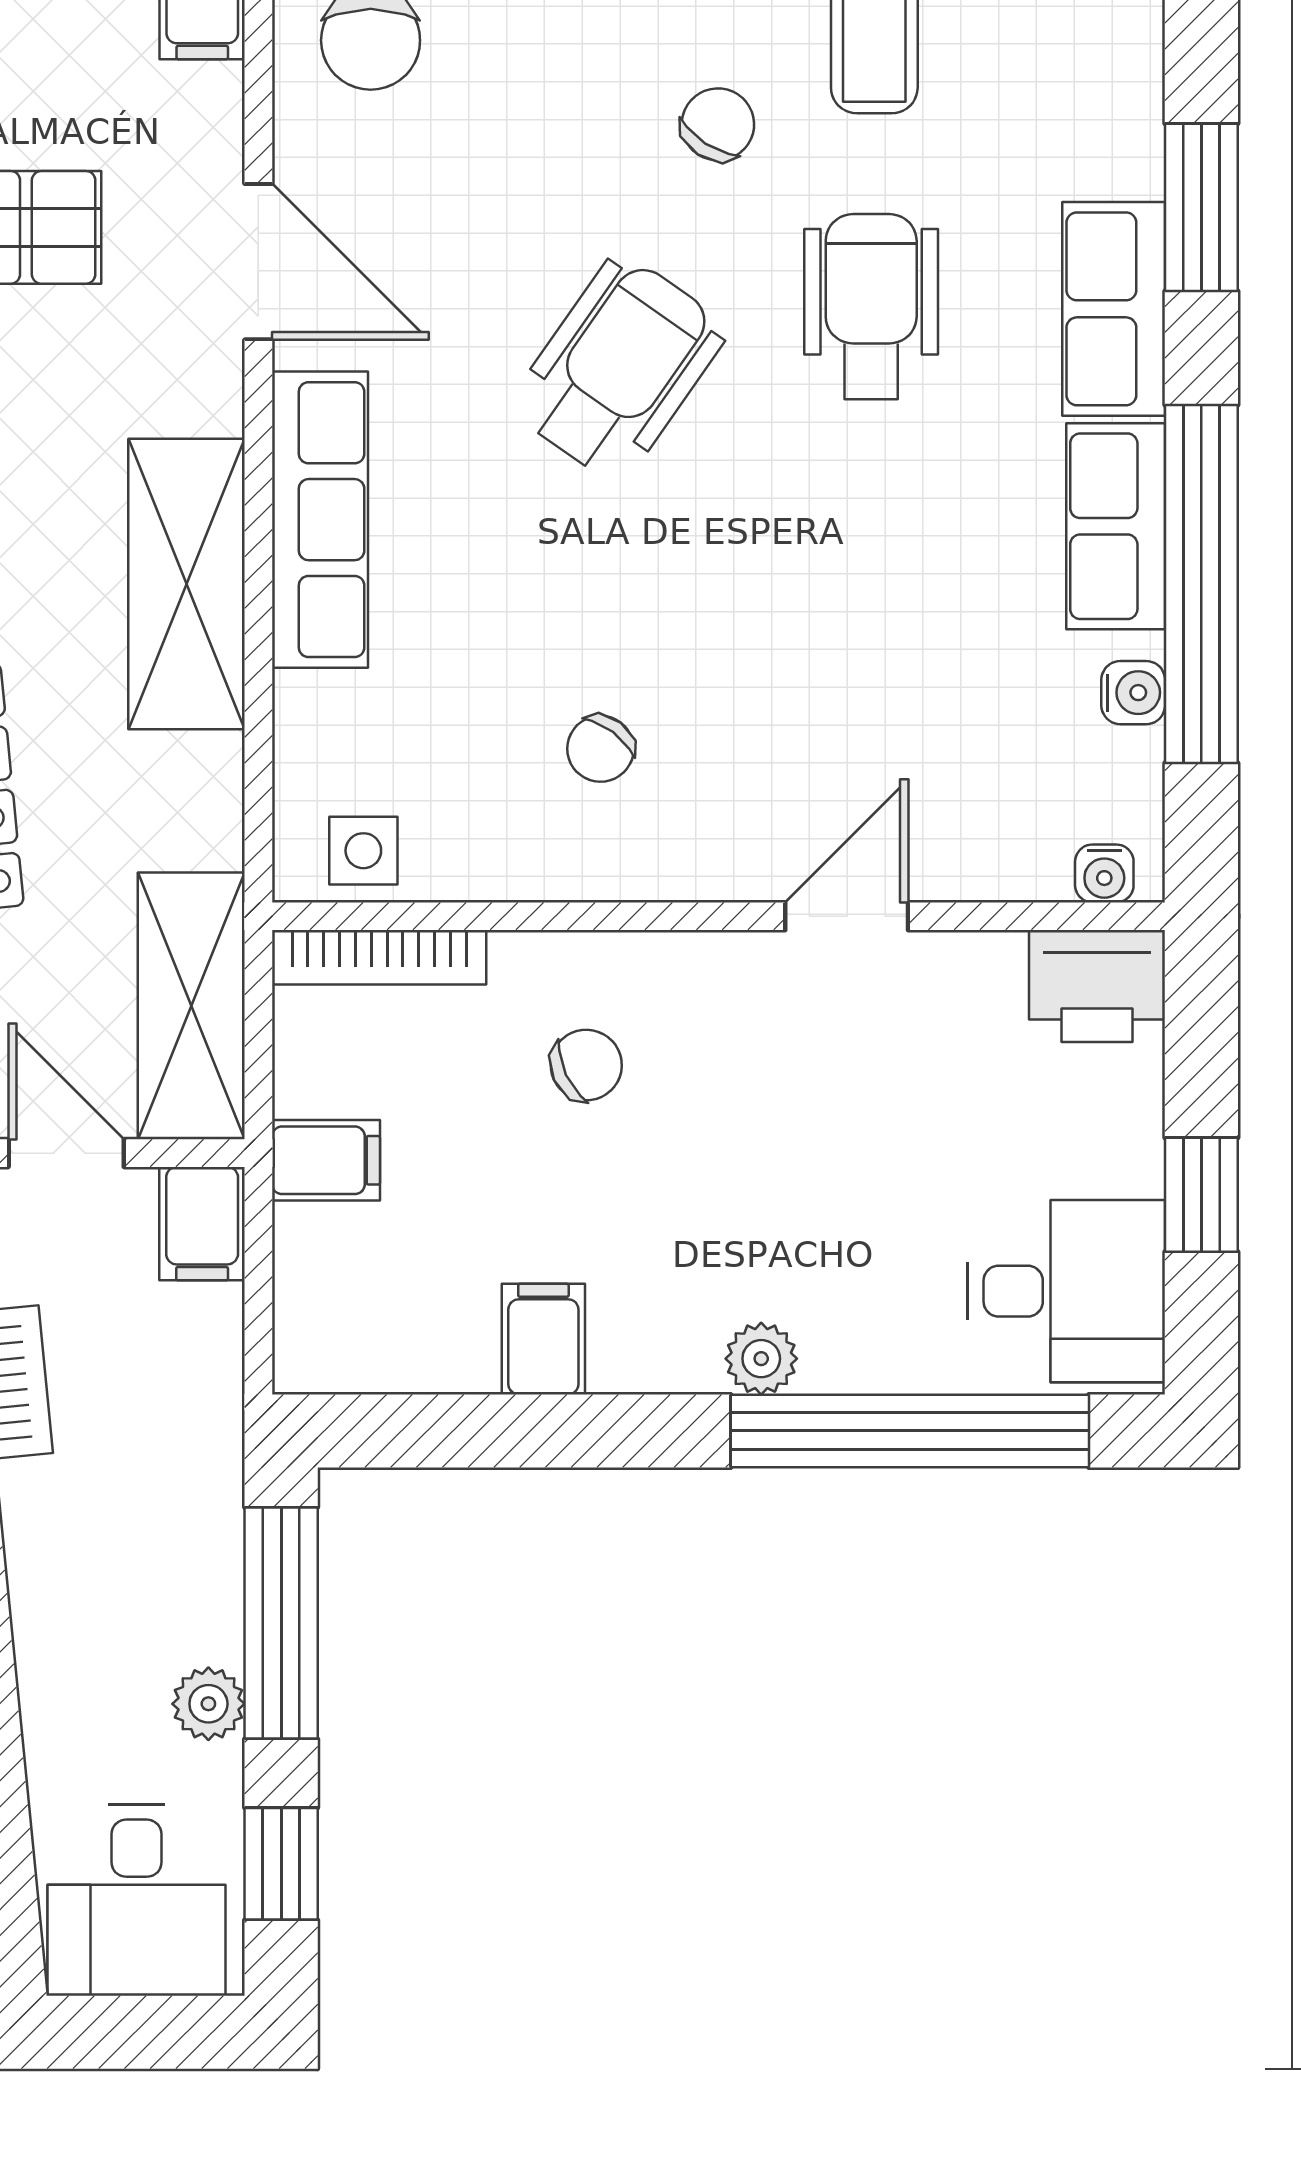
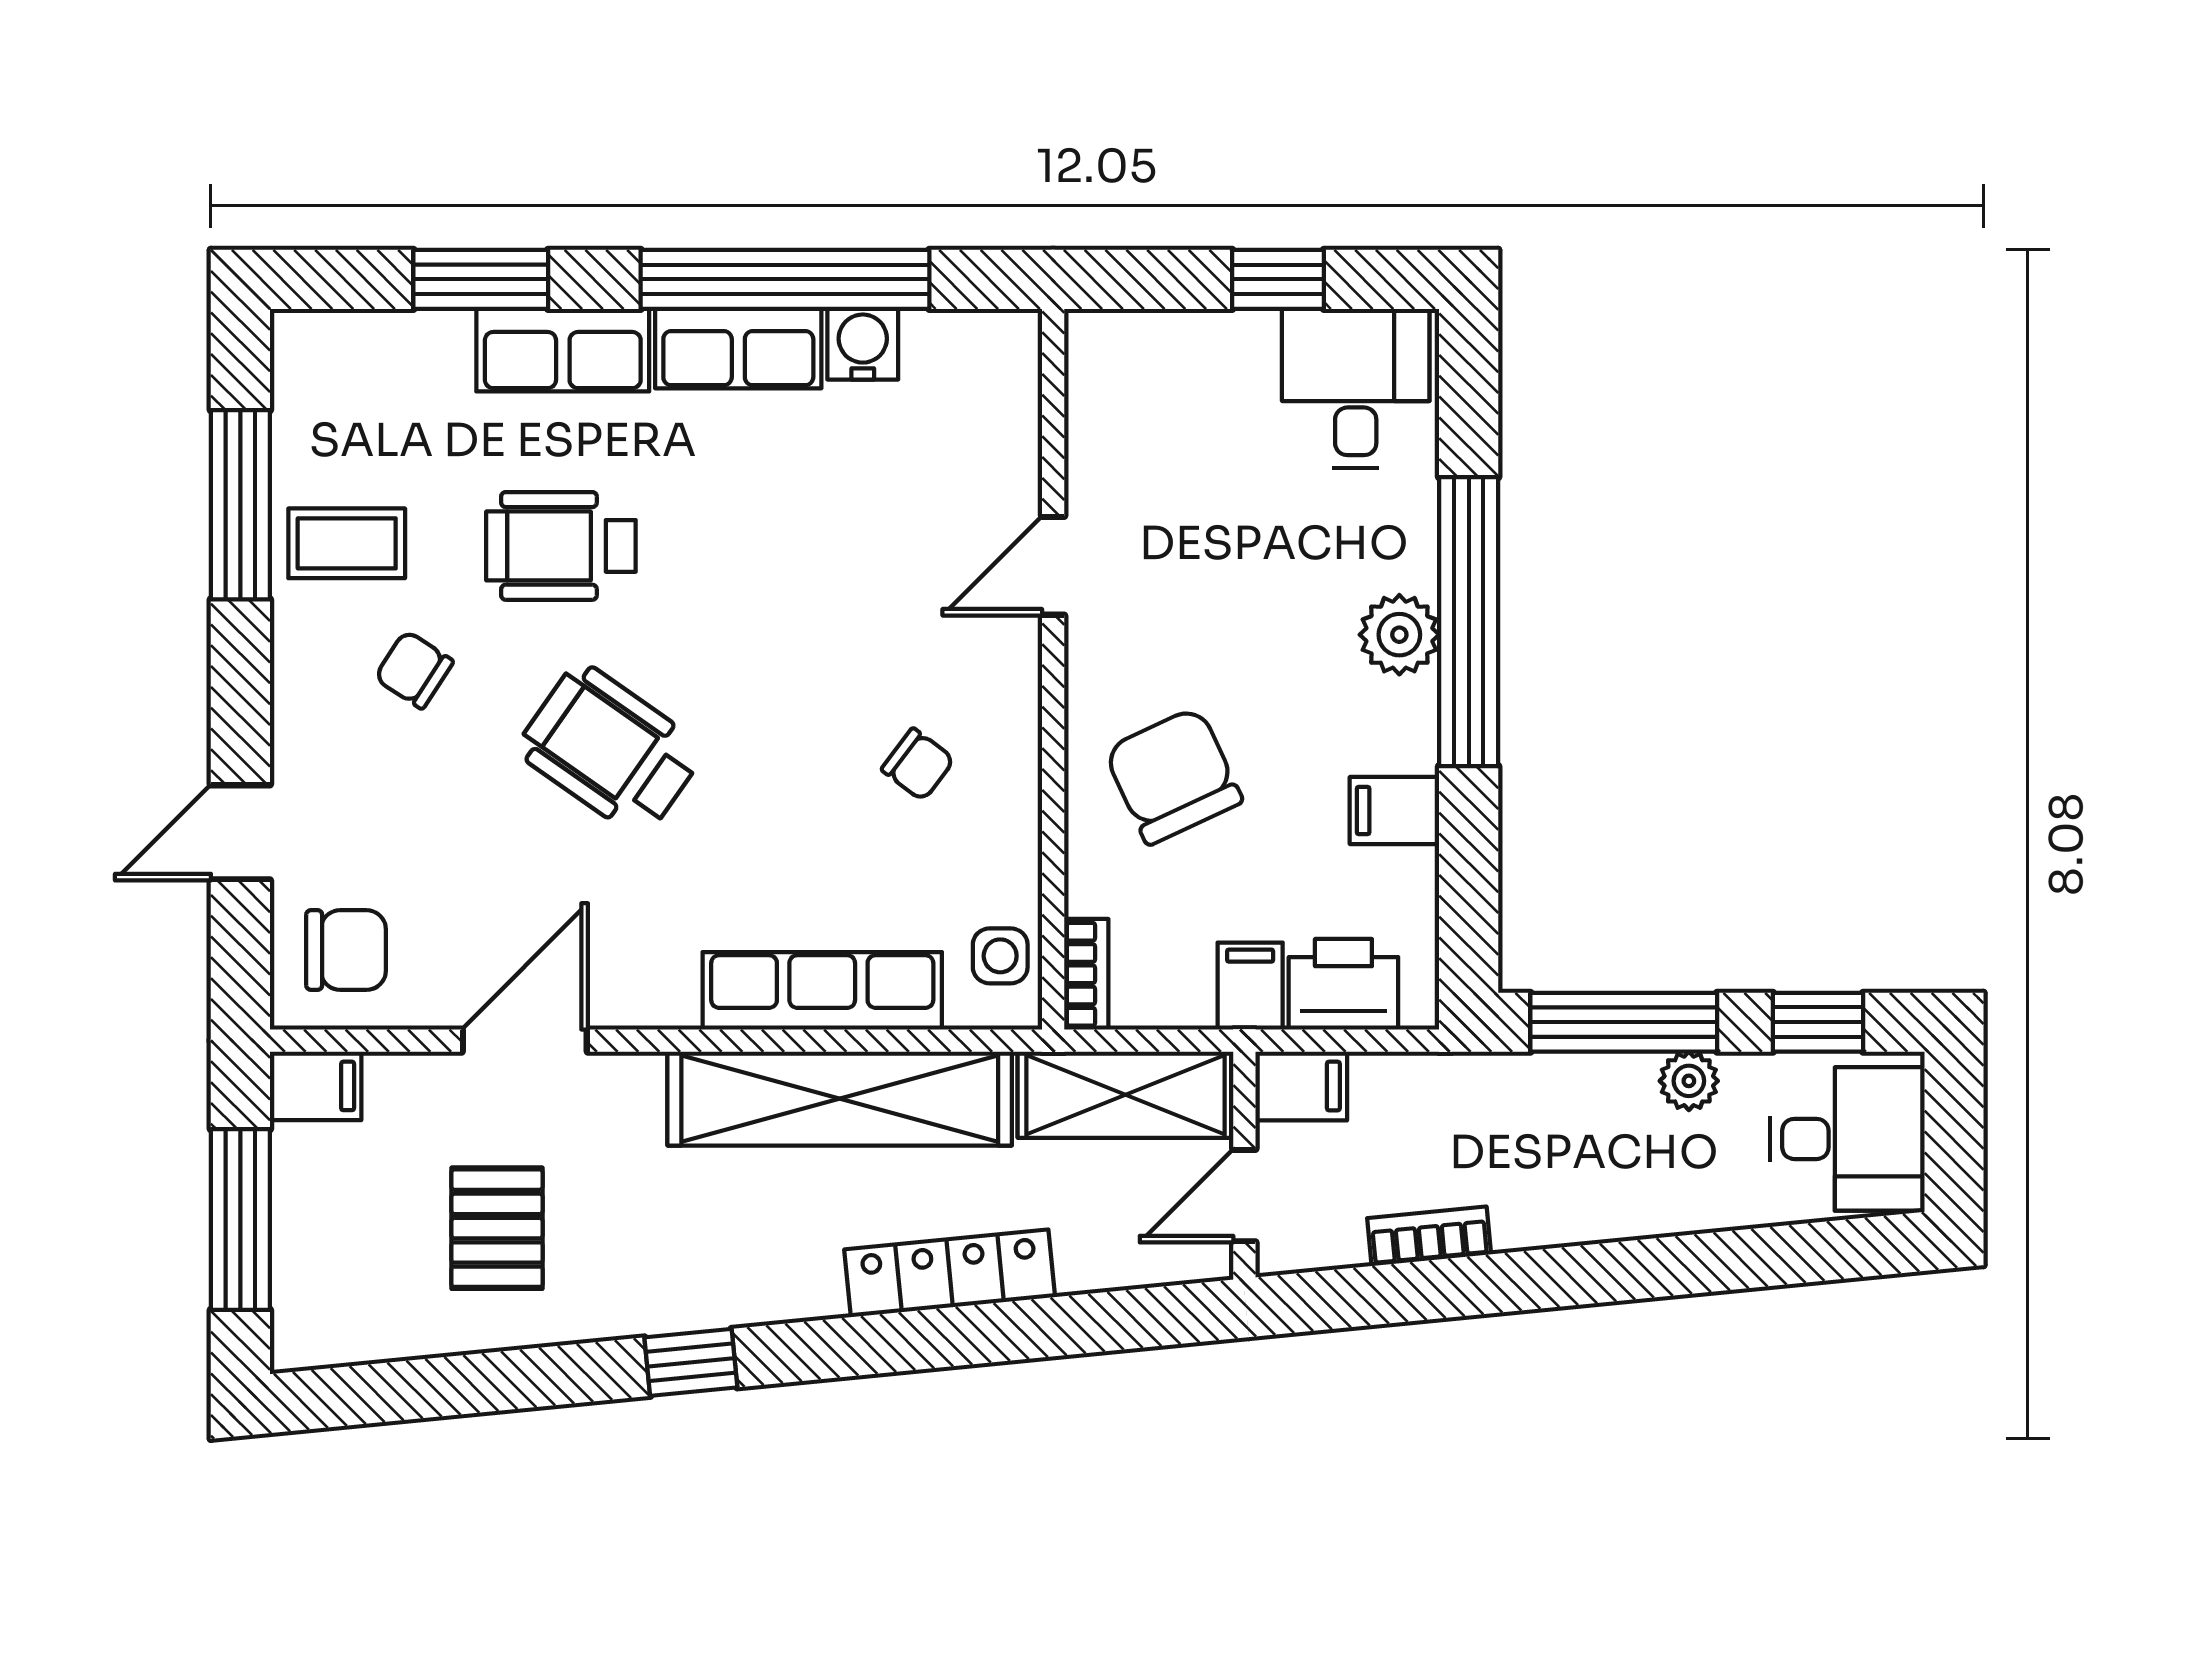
row of seats: (320, 520) -> (822, 991), moved
shelving: (187, 584) -> (840, 1099), width x1.47
water cooler: (1133, 693) -> (863, 344), width x1.38, depth x1.38
water cooler: (1104, 873) -> (1019, 358), removed
door: (847, 916) -> (1053, 566), hinge flipped
bookcase: (379, 957) -> (1086, 974), width x0.64
printer: (1097, 986) -> (1343, 984), moved, turned -90
chair: (586, 1065) -> (1173, 776), width x1.87, depth x1.87
plant: (761, 1359) -> (1399, 635), width x1.38, depth x1.38
window: (910, 1431) -> (1469, 622), moved

